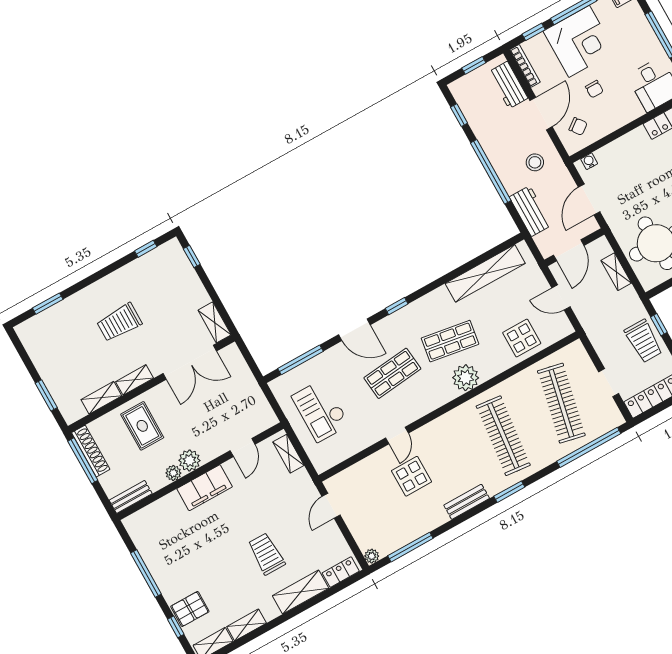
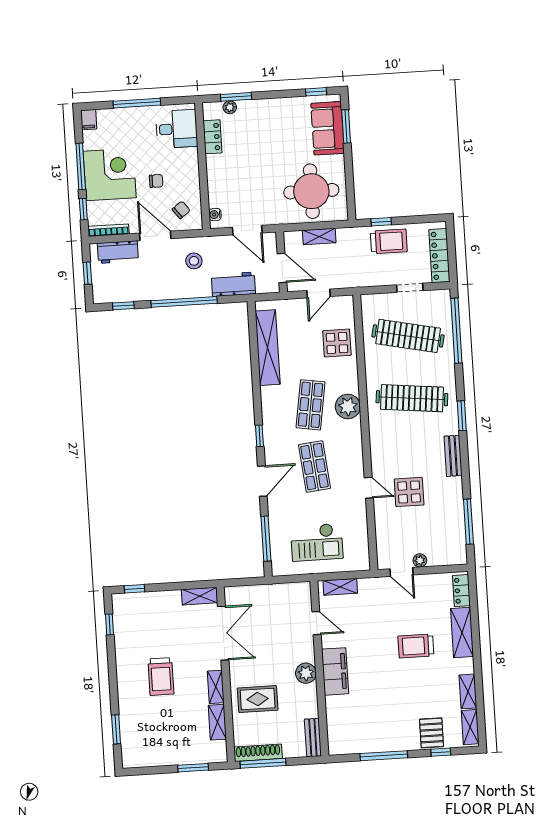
plant: (173, 473) -> (310, 692), removed
plant: (372, 556) -> (420, 560), moved

